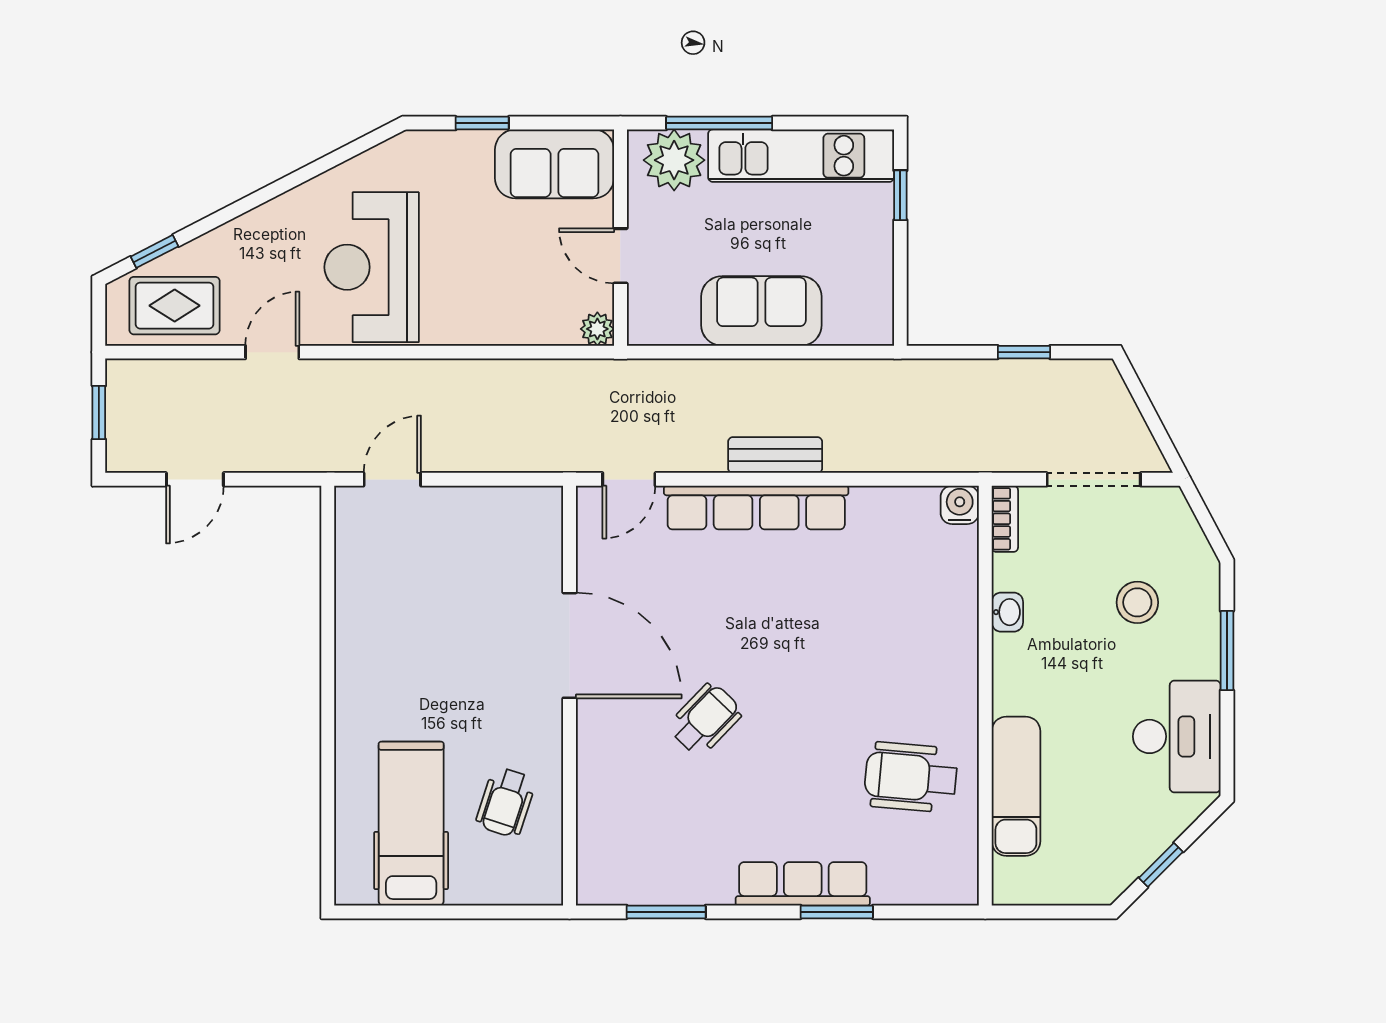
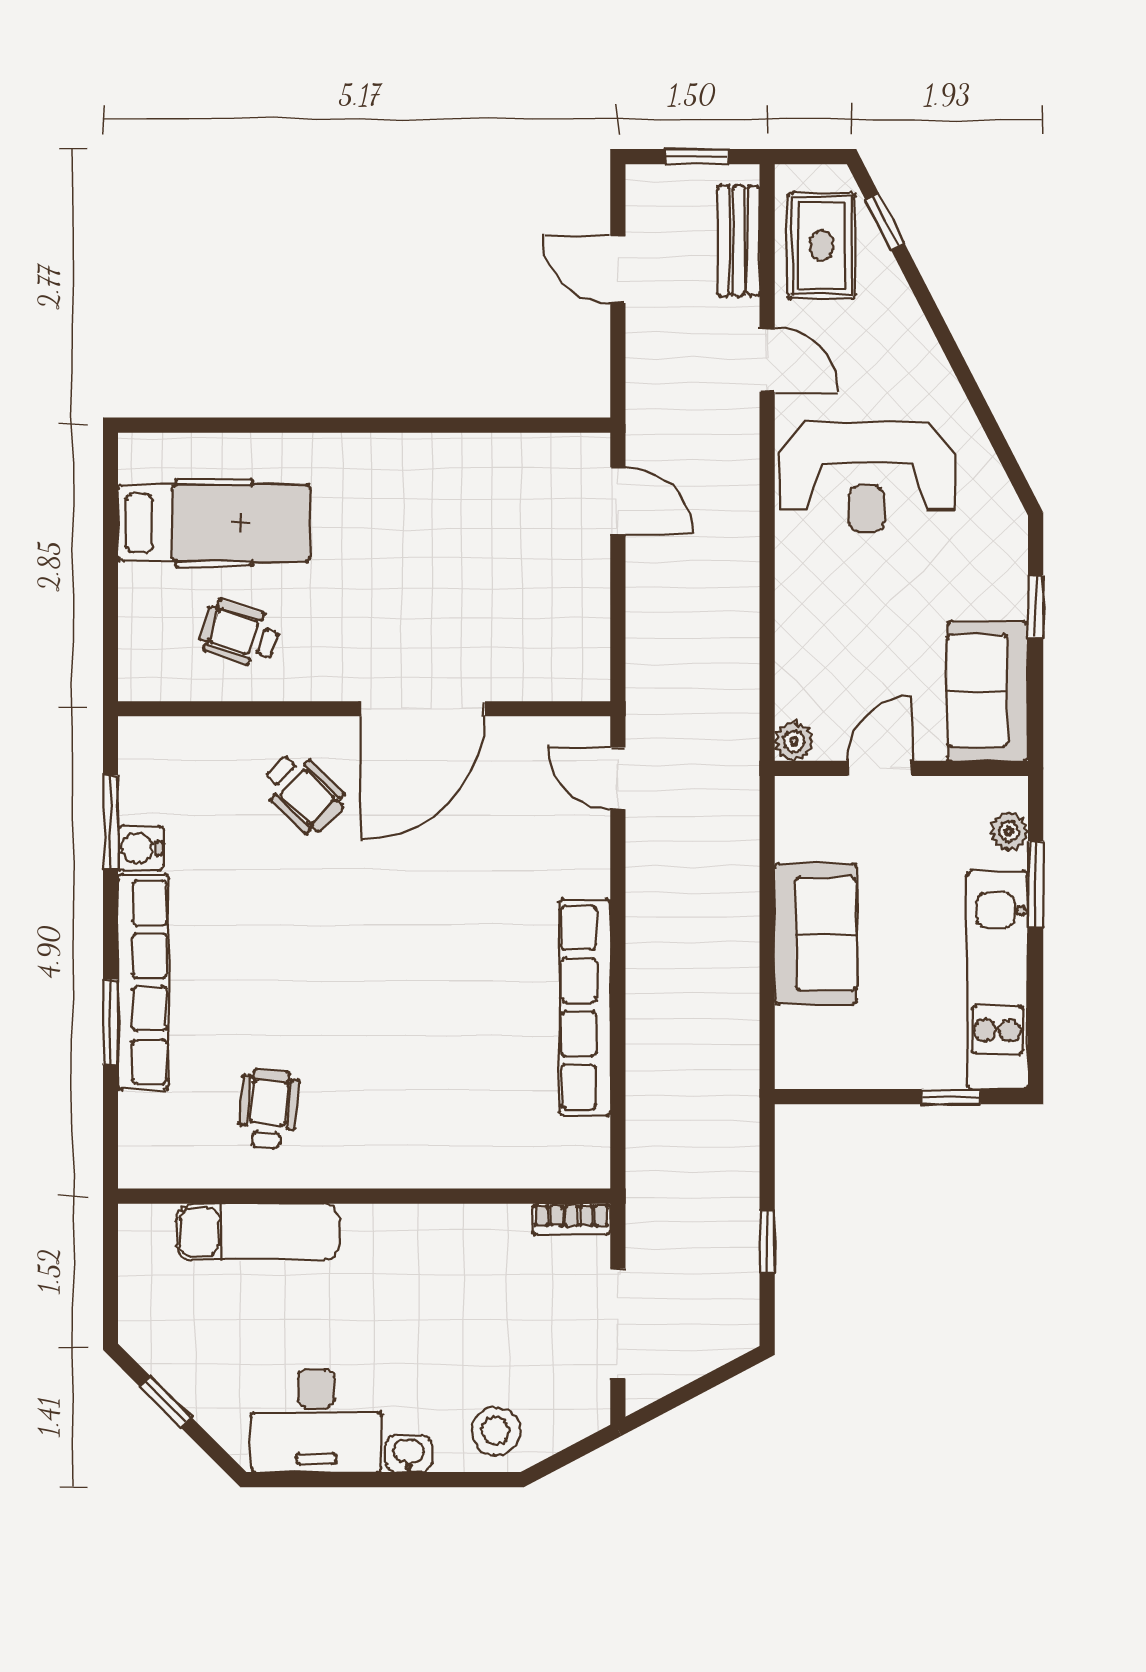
window: (719, 123) -> (1036, 884), width x0.69
plant: (674, 160) -> (1009, 831), width x0.53, depth x0.53
reception desk: (372, 267) -> (867, 477), turned 180
bench: (775, 455) -> (739, 241), moved
water cooler: (960, 505) -> (140, 848), moved, turned 180
row of seats: (756, 508) -> (585, 1007), moved
stool: (1137, 602) -> (496, 1431), moved
washbasin: (1007, 612) -> (409, 1454), moved, turned 180
window: (1227, 651) -> (417, 1480), removed
wheelchair: (705, 719) -> (303, 792), moved
wheelchair: (911, 777) -> (269, 1109), width x0.73, depth x0.73
row of seats: (803, 884) -> (143, 982), width x1.36

